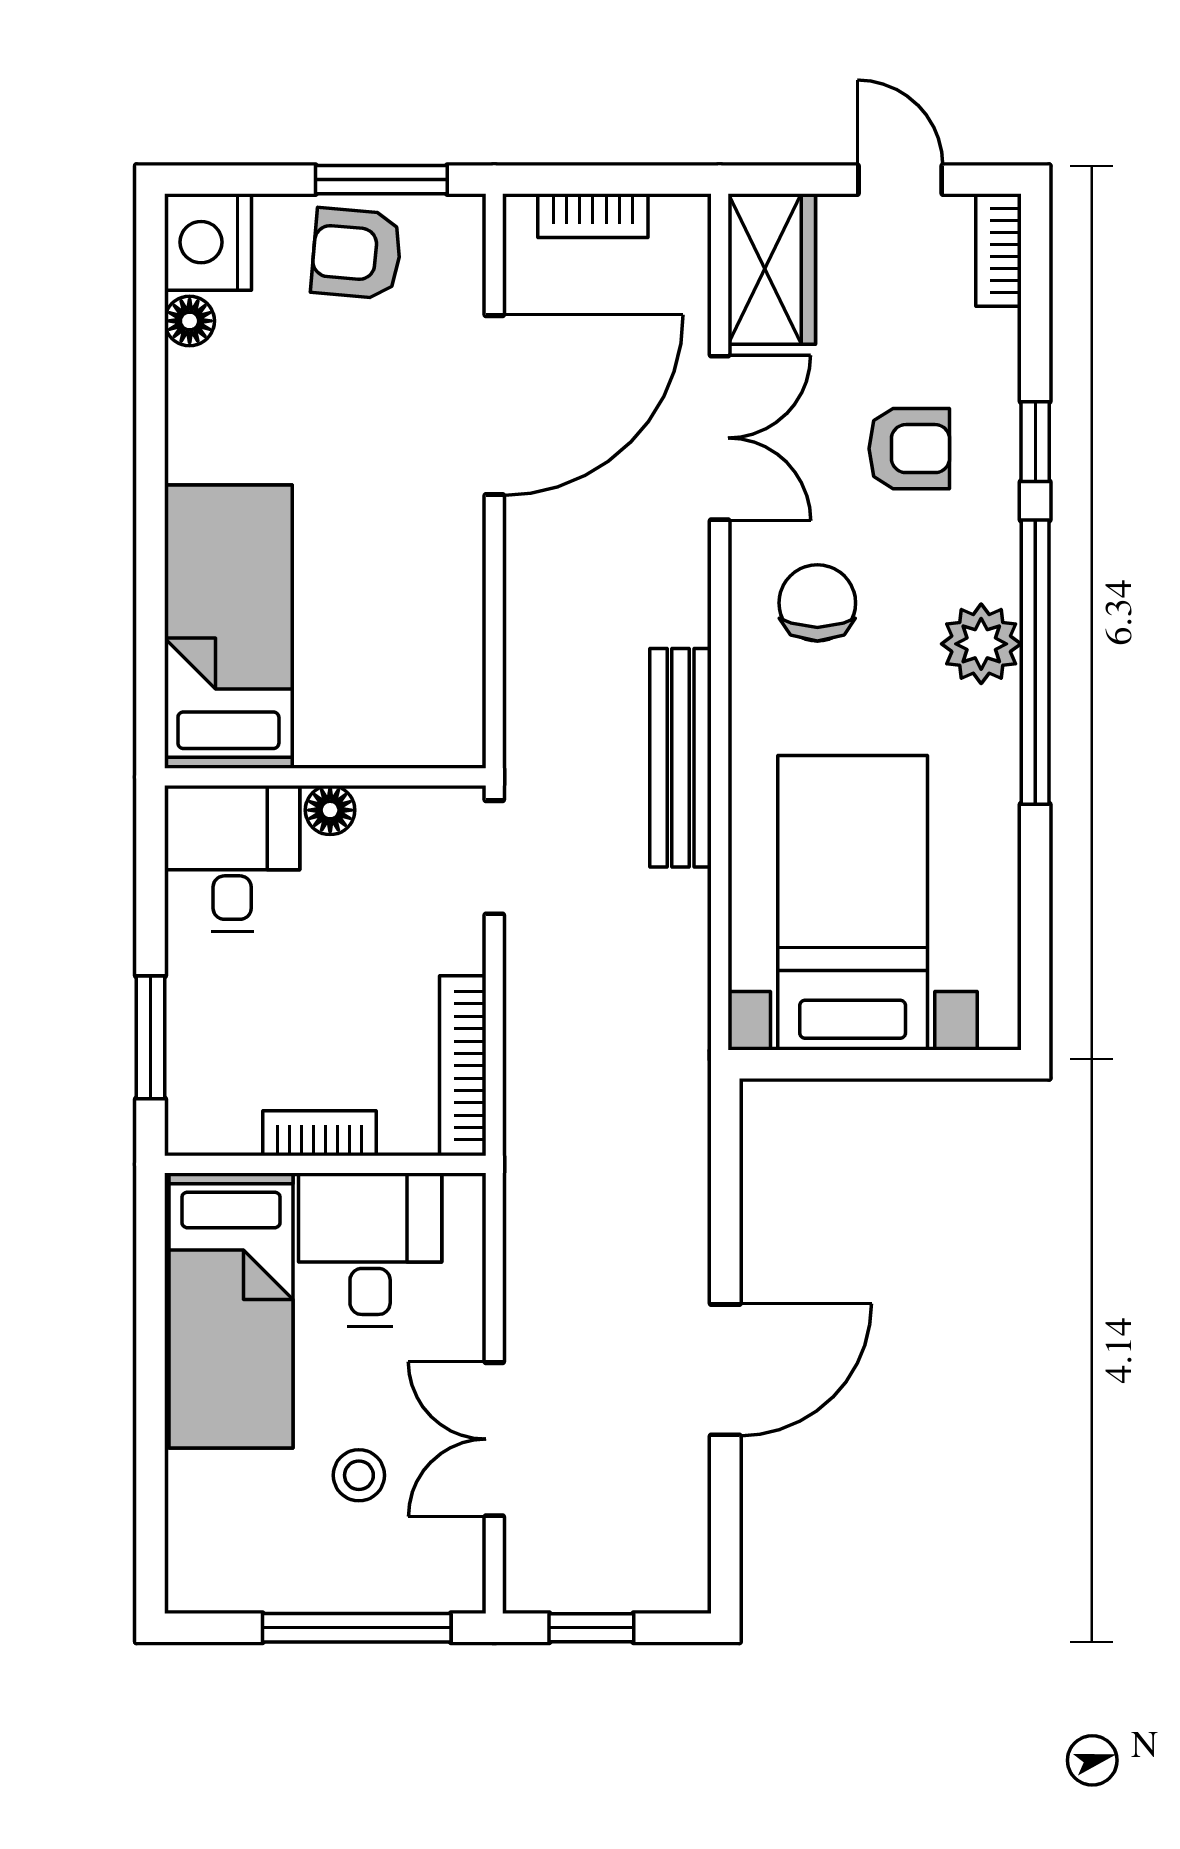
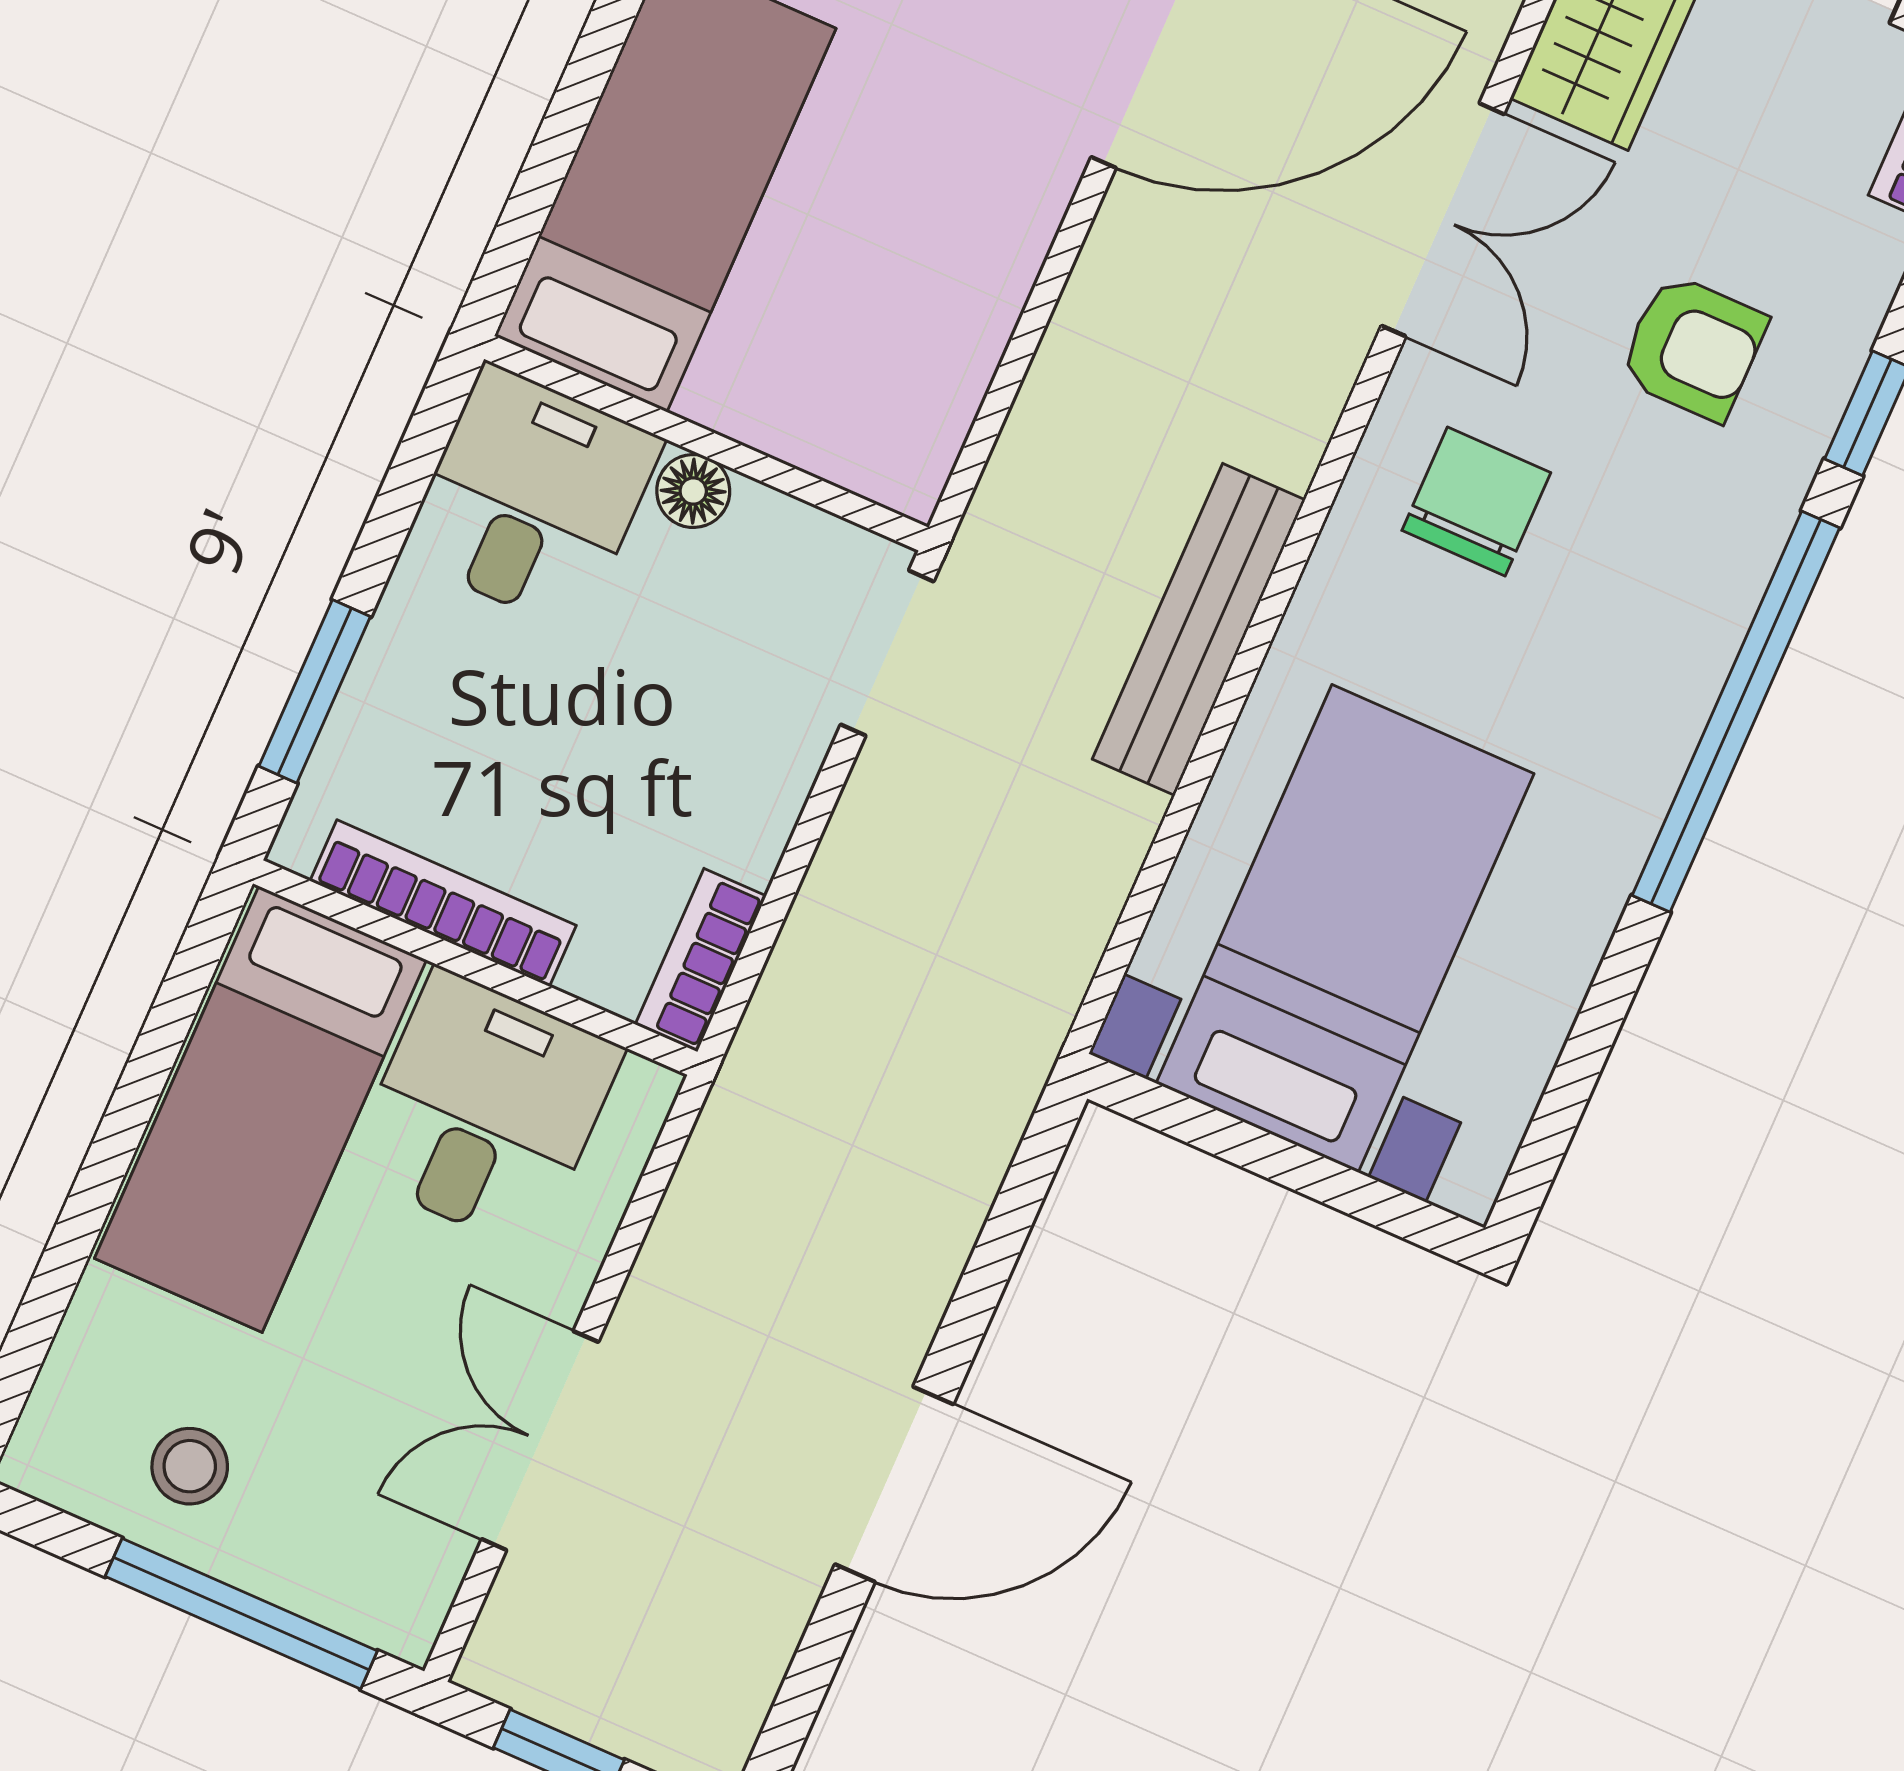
plant: (981, 644) -> (1674, 655), removed
bookcase: (463, 1066) -> (701, 960), width x0.64
bookcase: (320, 1133) -> (443, 903), width x1.56
stool: (359, 1475) -> (190, 1466), moved

